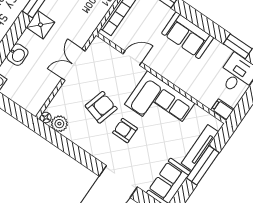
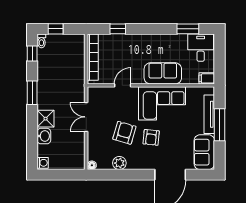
shower: (41, 25) -> (46, 119), moved
sofa: (188, 35) -> (163, 73), moved, turned 180
plant: (59, 124) -> (119, 163), moved
armchair: (125, 131) -> (151, 137), turned -84

